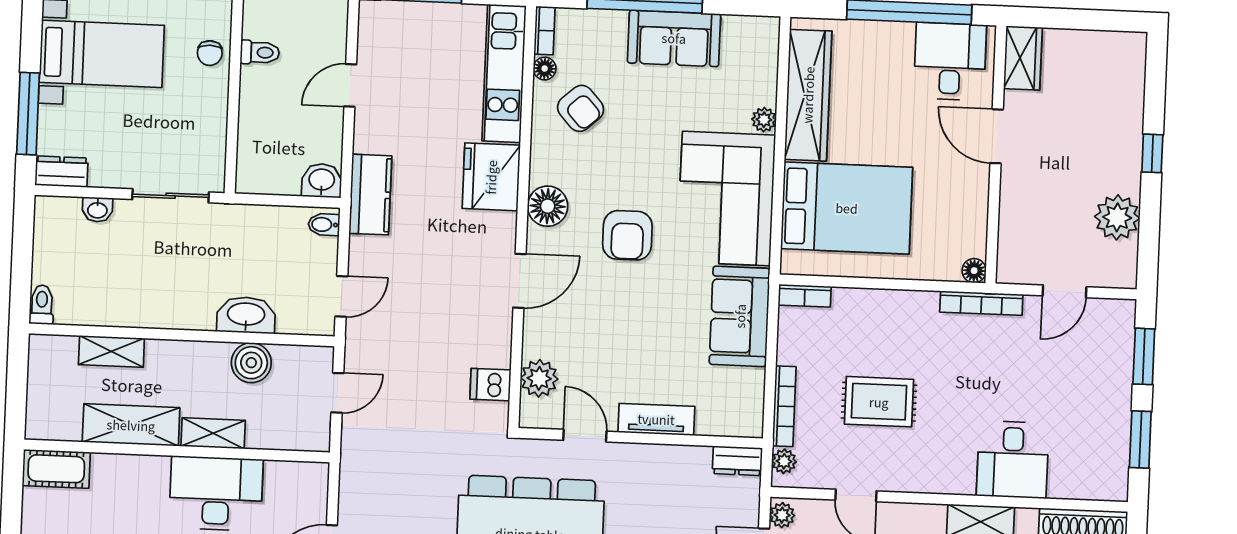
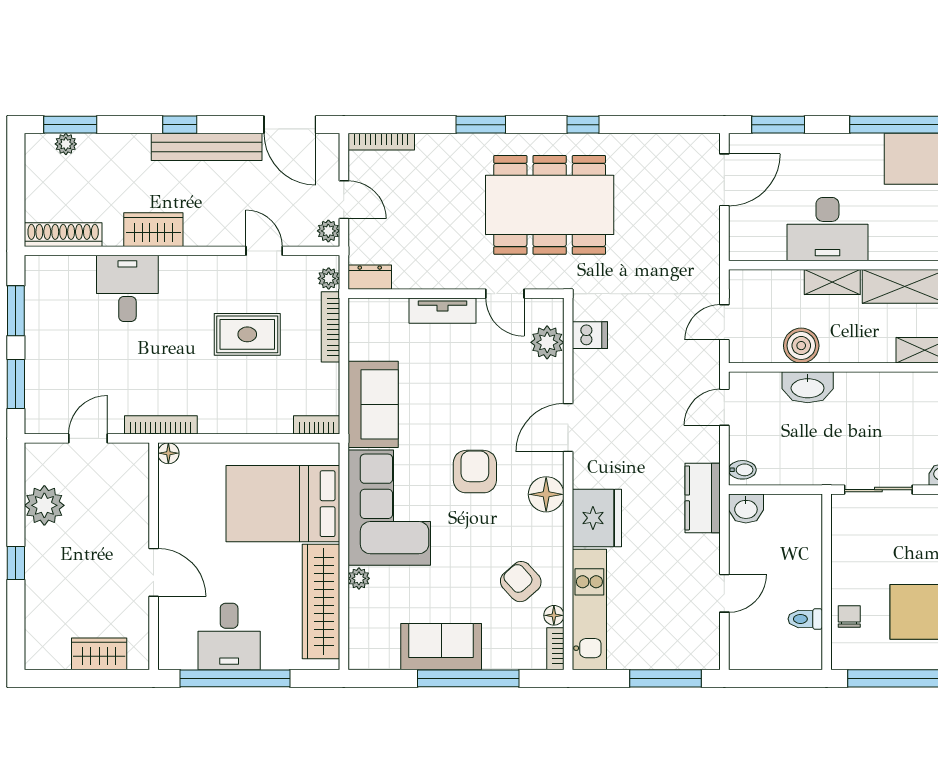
wardrobe: (1023, 58) -> (99, 654), moved, turned 90
desk: (950, 62) -> (229, 636), moved

